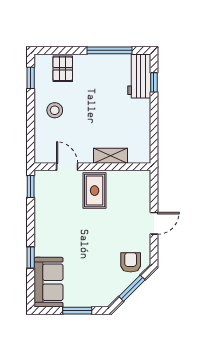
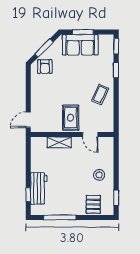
workbench: (139, 76) -> (39, 188), moved
window: (31, 186) -> (116, 46), moved
coffee table: (53, 223) -> (100, 95), added
door: (154, 223) -> (28, 120), moved
sofa: (49, 282) -> (80, 45), moved, turned -90

